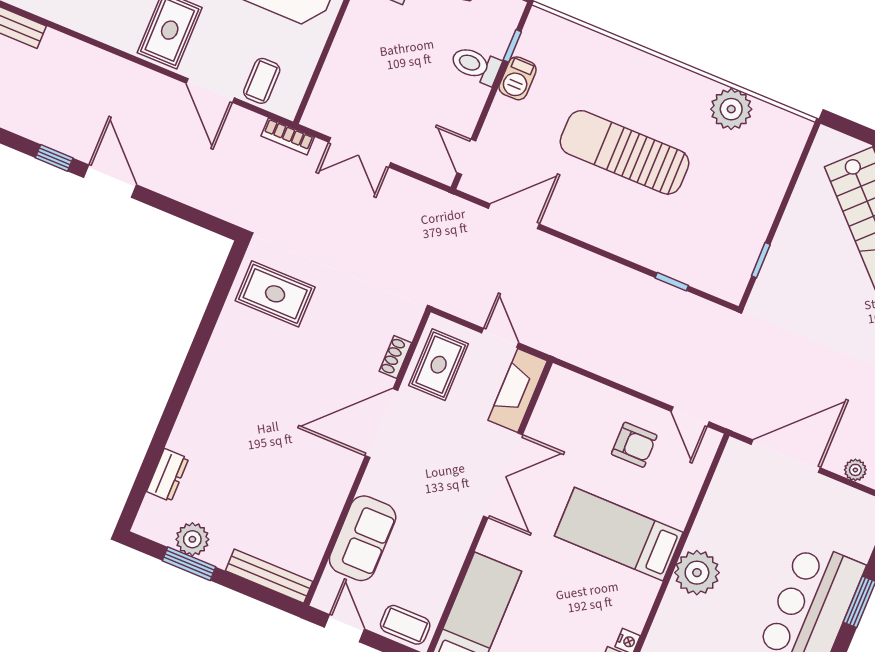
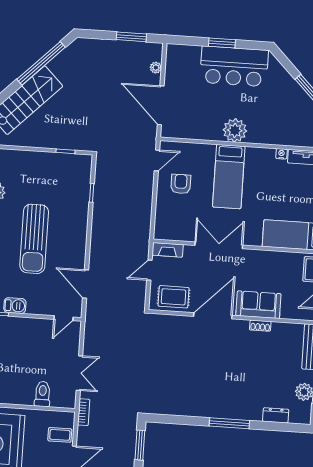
toilet: (476, 65) -> (43, 394), moved, turned 180
window: (196, 217) -> (140, 445), added
rug: (275, 294) -> (165, 392), removed
shoe rack: (395, 357) -> (260, 326), moved
window: (181, 388) -> (229, 423), added
fireplace: (518, 390) -> (168, 250), width x0.73, depth x0.76
door: (382, 423) -> (213, 316), swing flipped
sofa: (363, 538) -> (258, 305), moved

